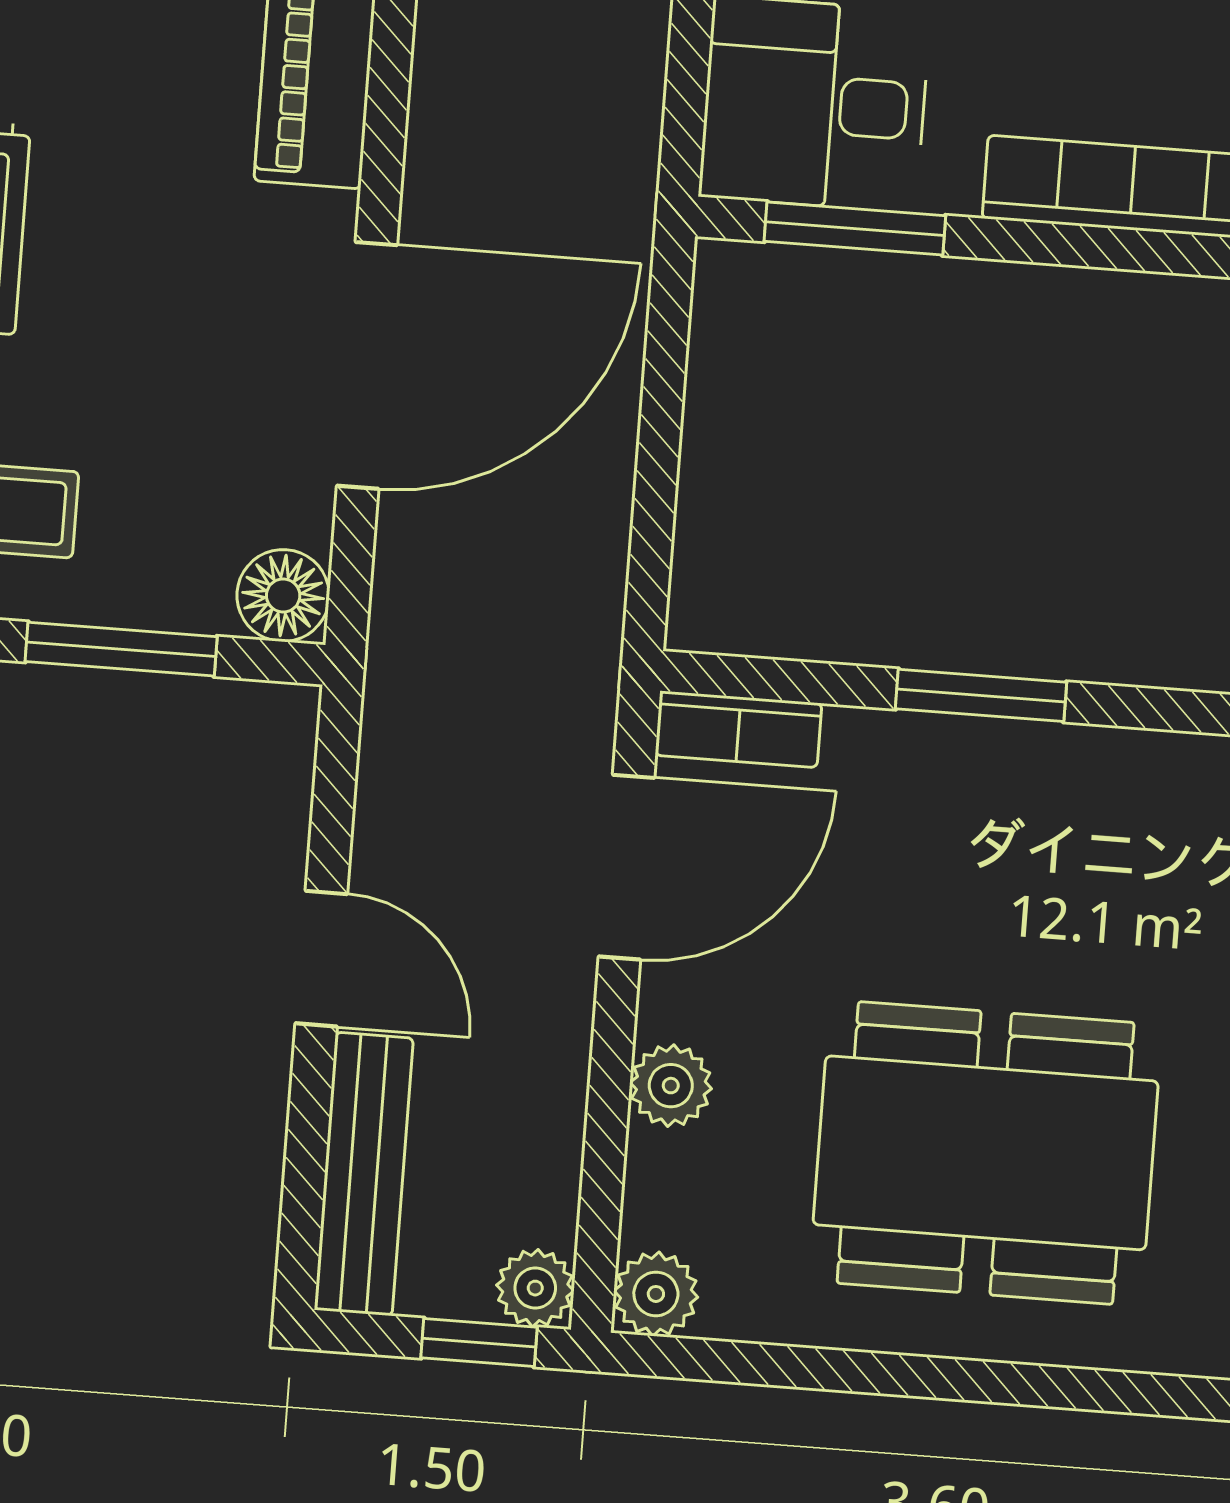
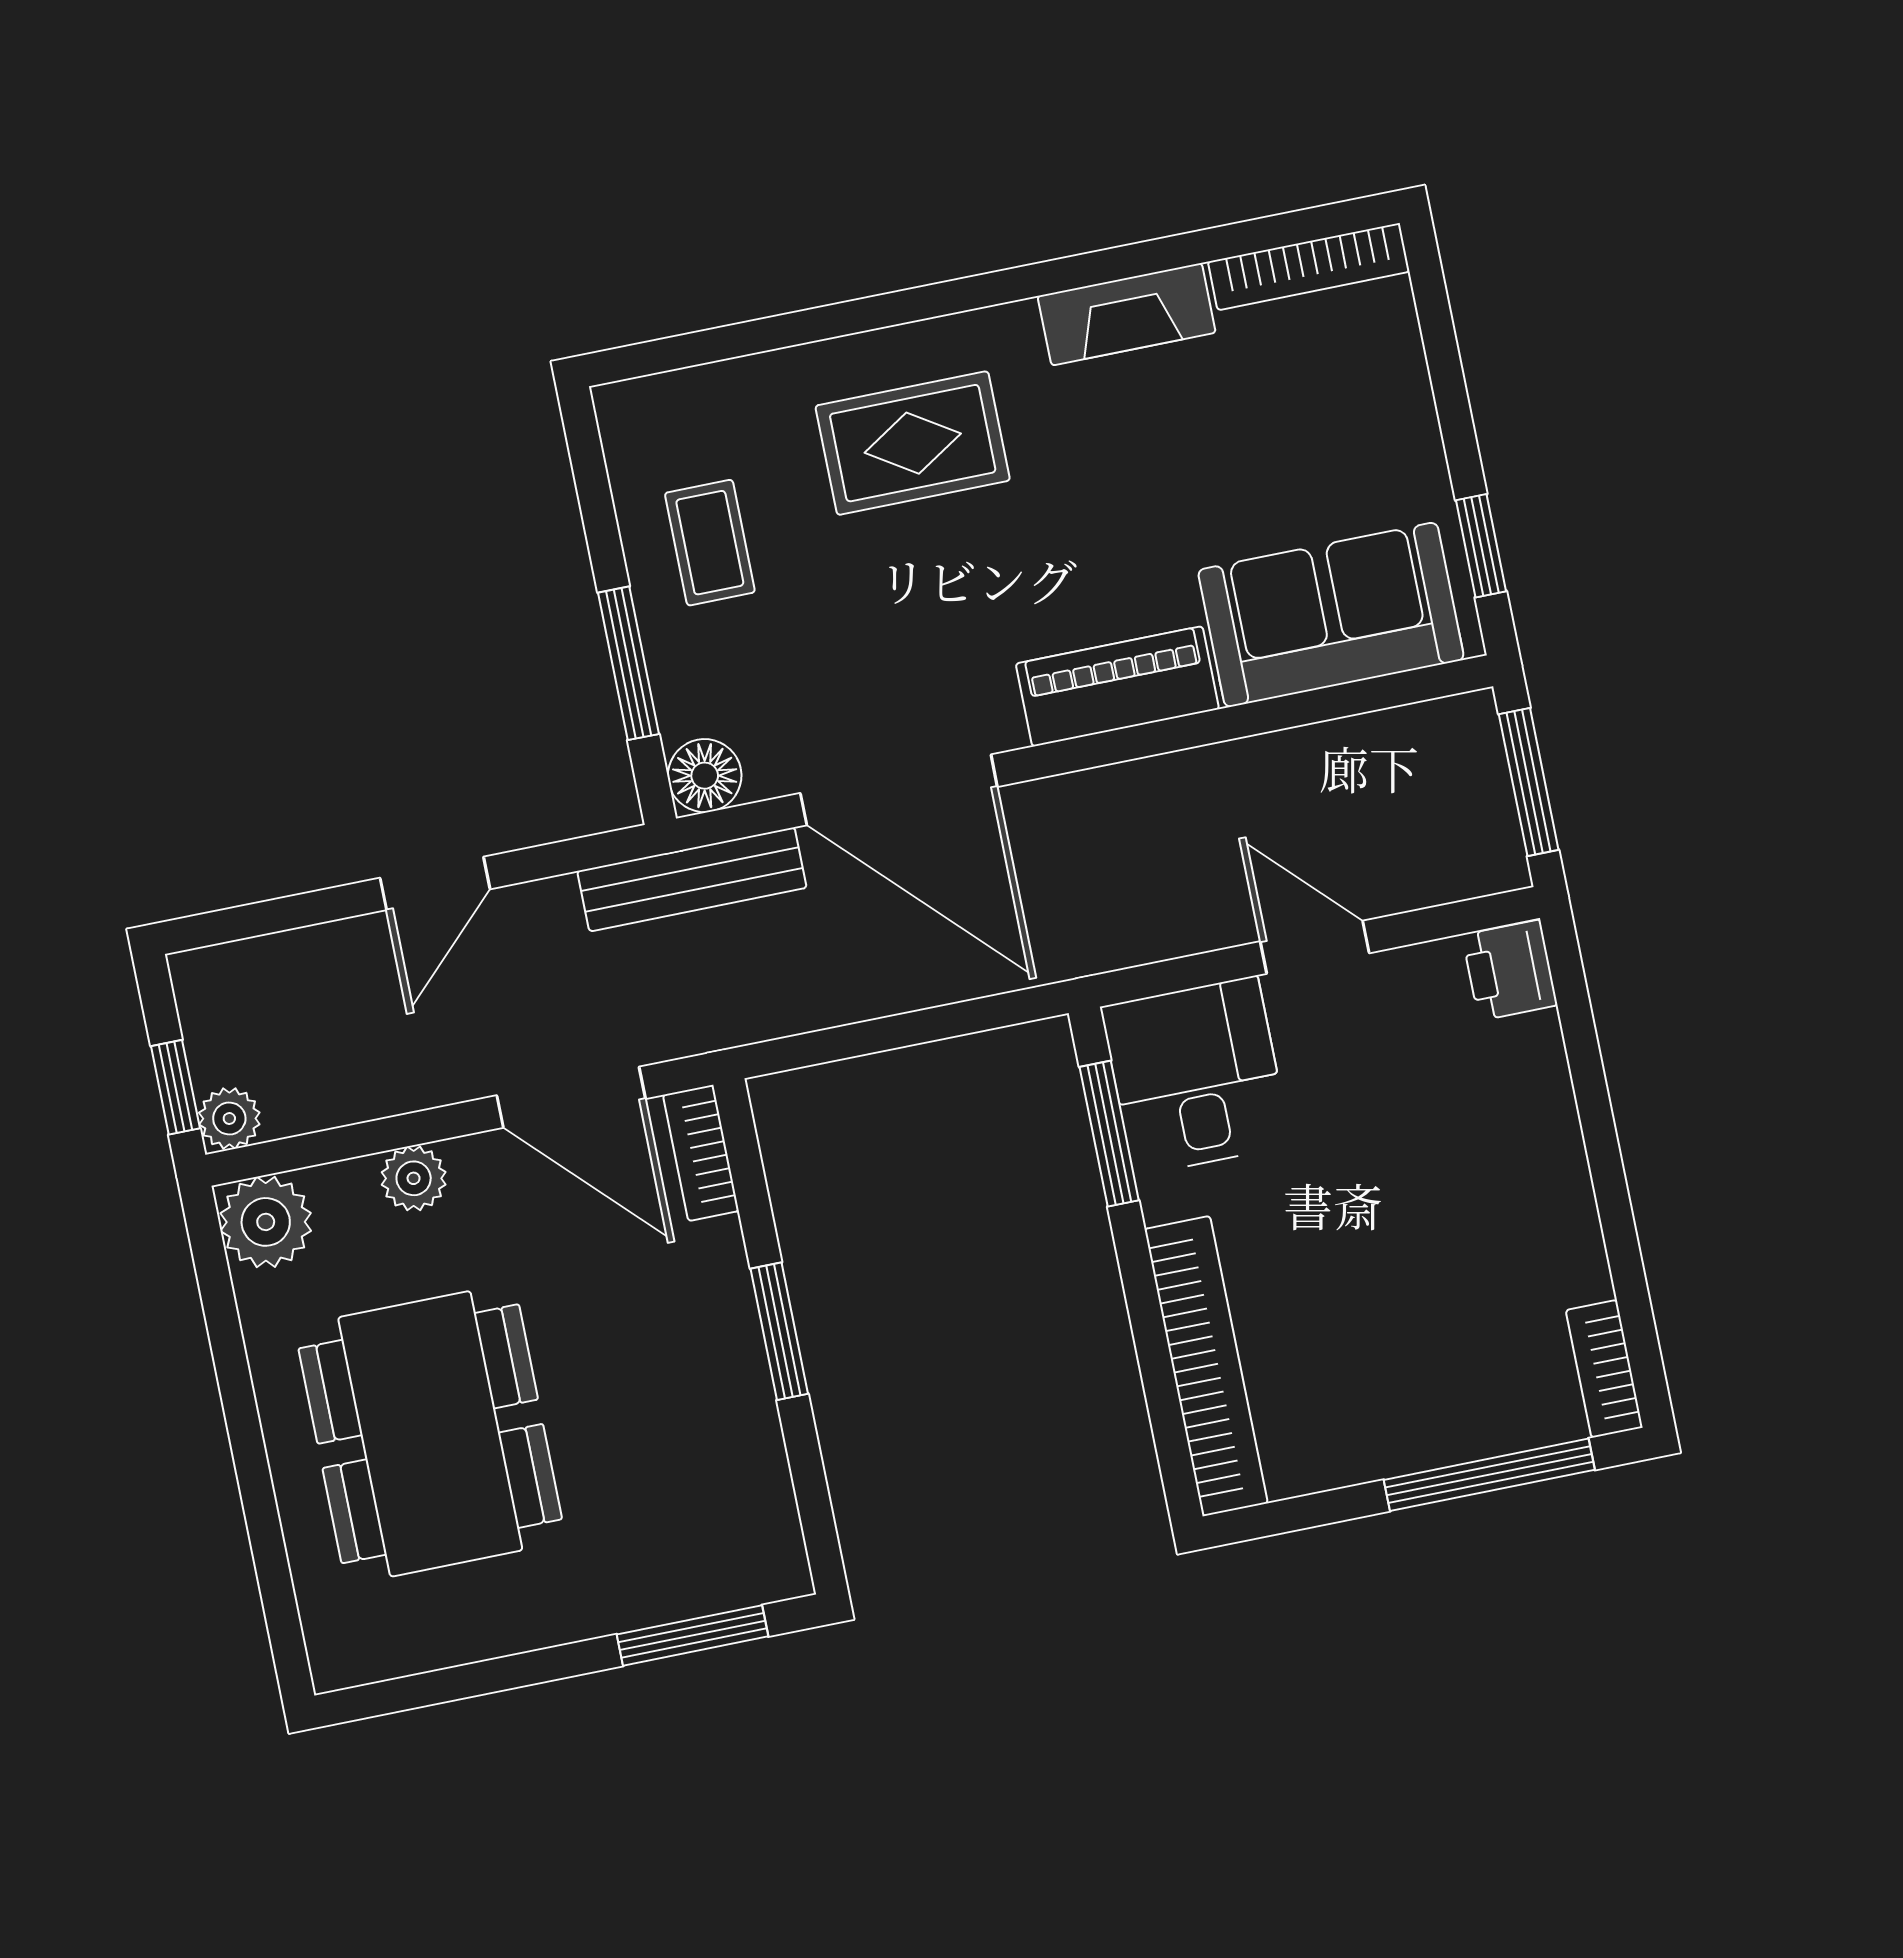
bench: (364, 1174) -> (692, 879), moved
plant: (656, 1294) -> (266, 1222), width x1.38, depth x1.38

